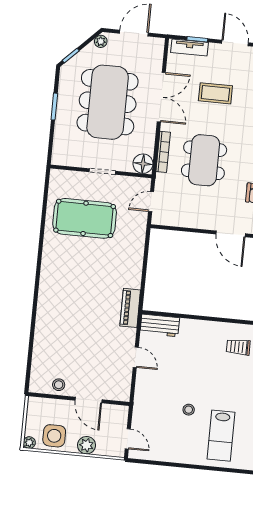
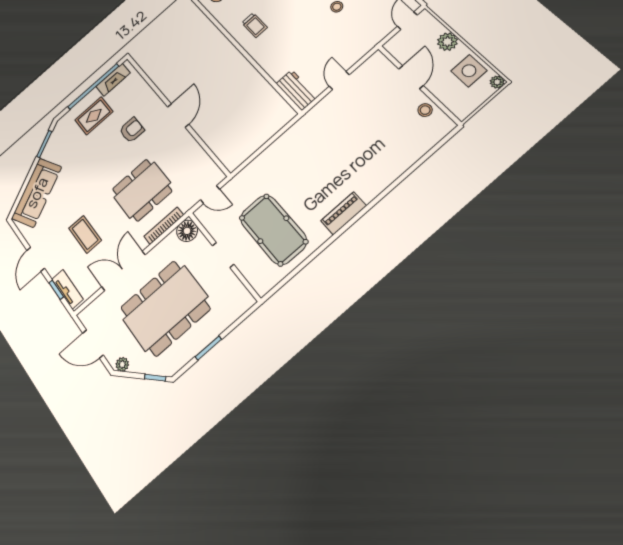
piano: (130, 308) -> (344, 213), moved, turned 180

